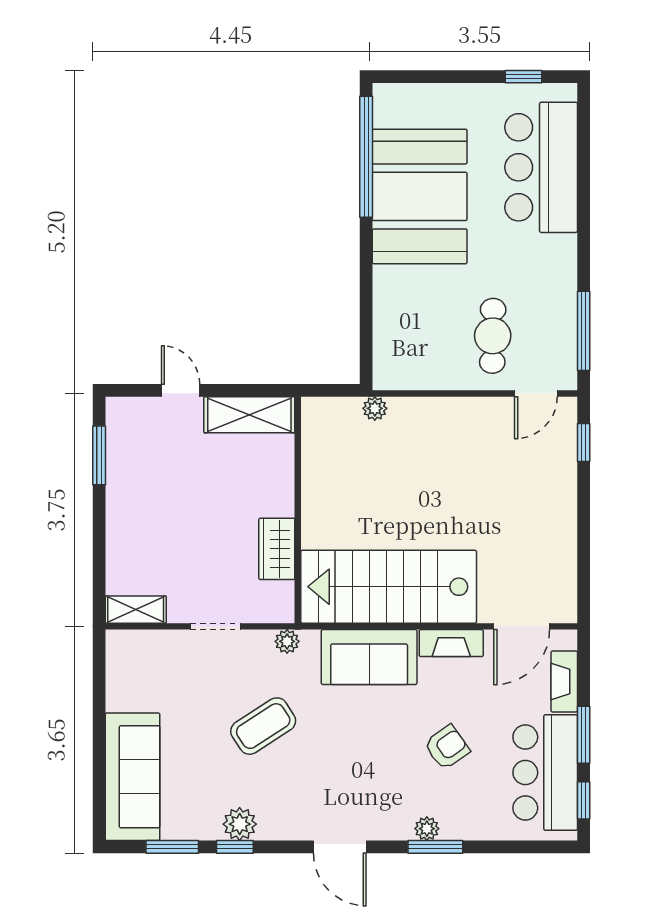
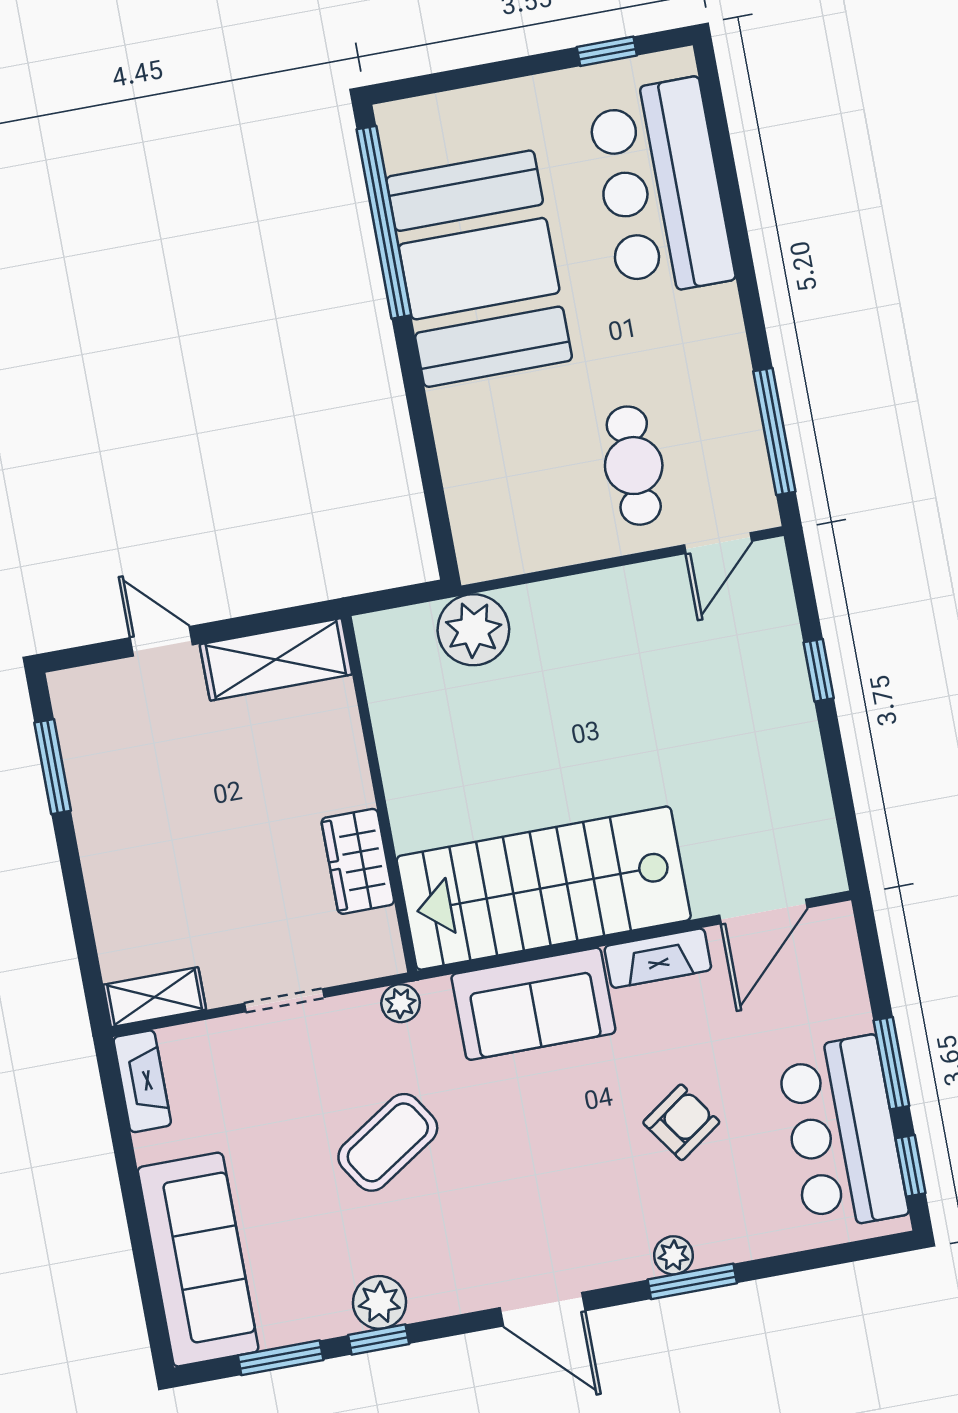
plant: (375, 408) -> (473, 630), width x1.87, depth x1.87
window: (584, 442) -> (819, 670), moved
fireplace: (564, 682) -> (142, 1081), moved, turned 180

